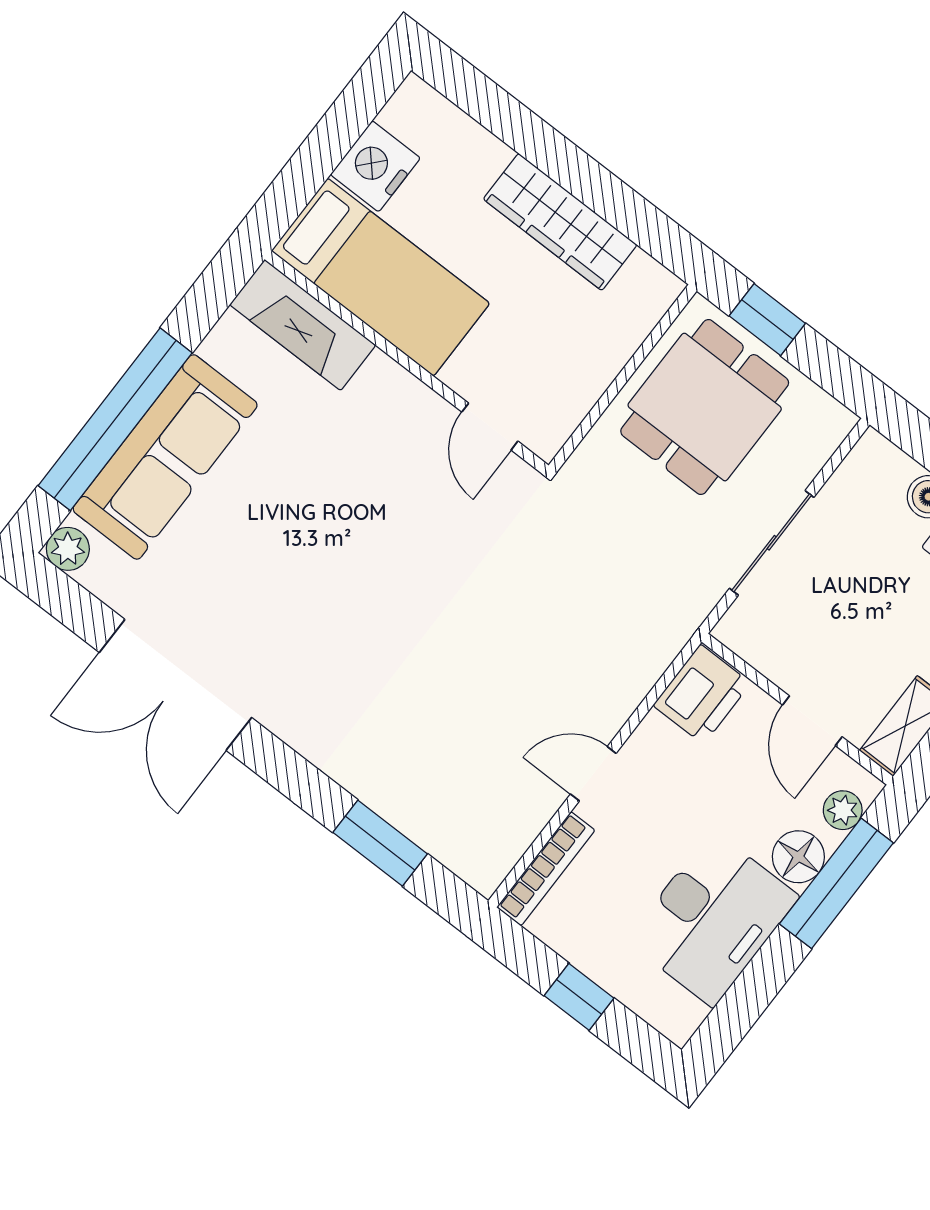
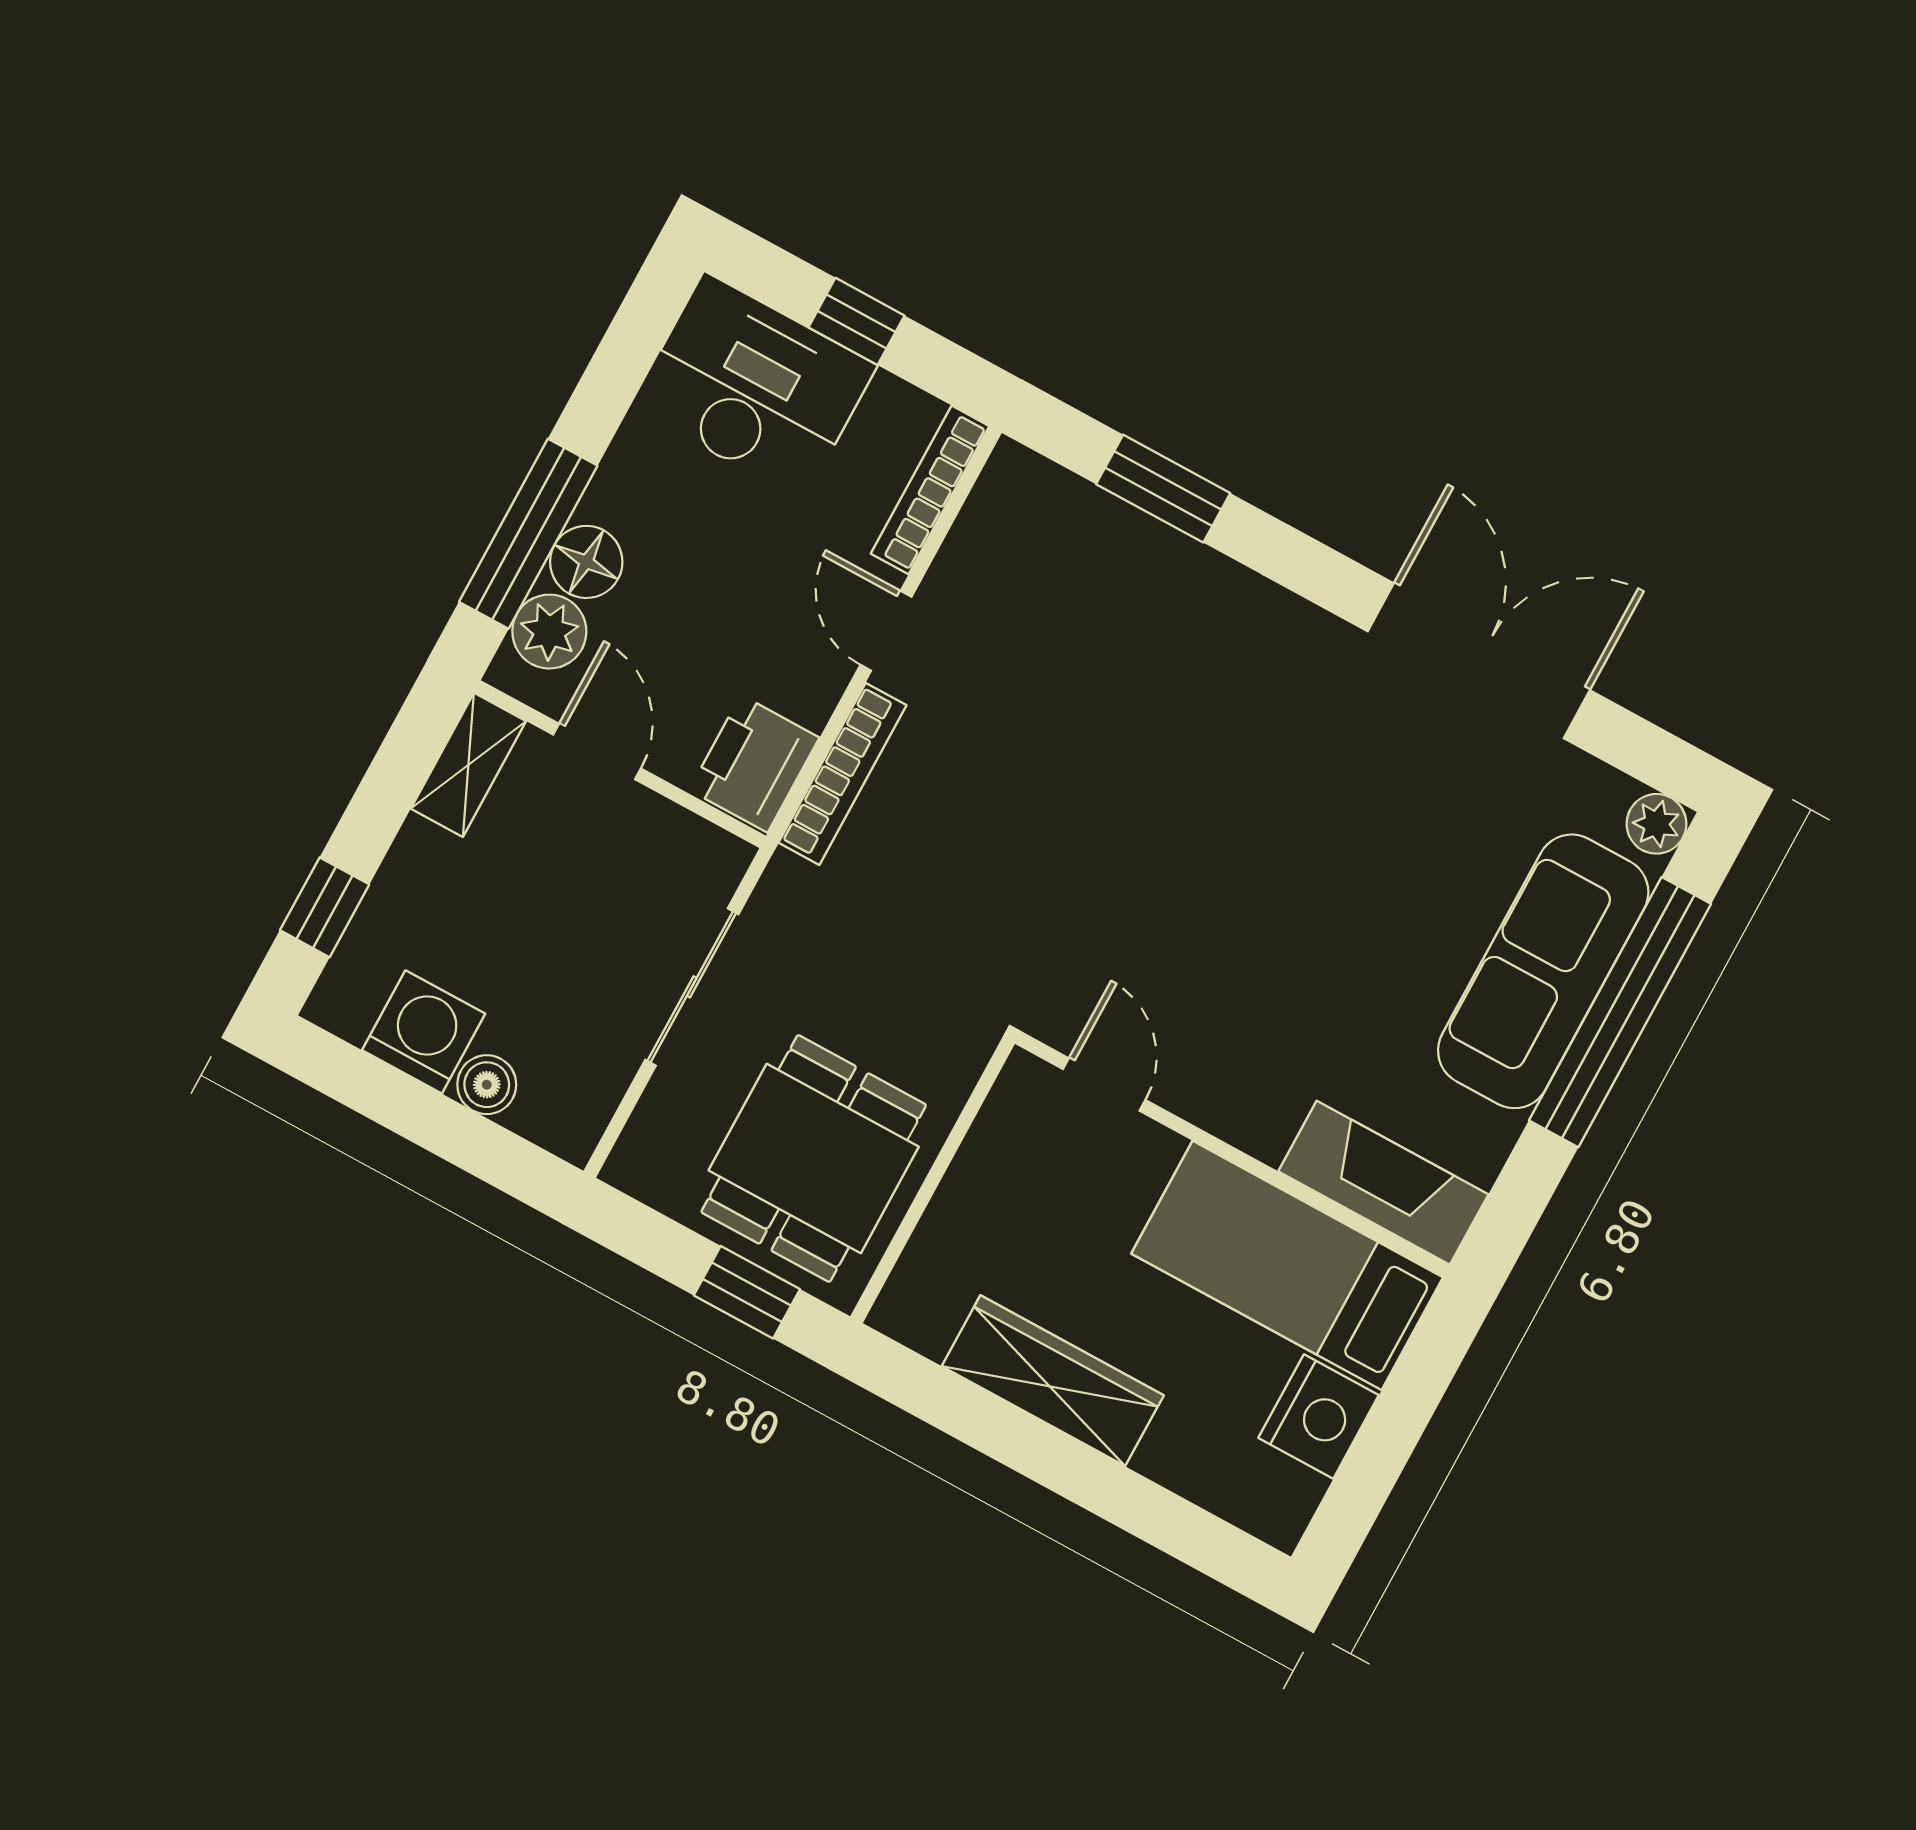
bookcase: (640, 677) -> (843, 774), added
door: (593, 774) -> (886, 631), swing flipped
plant: (843, 810) -> (549, 632), width x1.38, depth x1.38
desk: (713, 919) -> (754, 386), moved, turned 90

